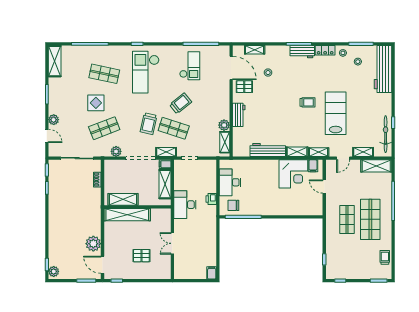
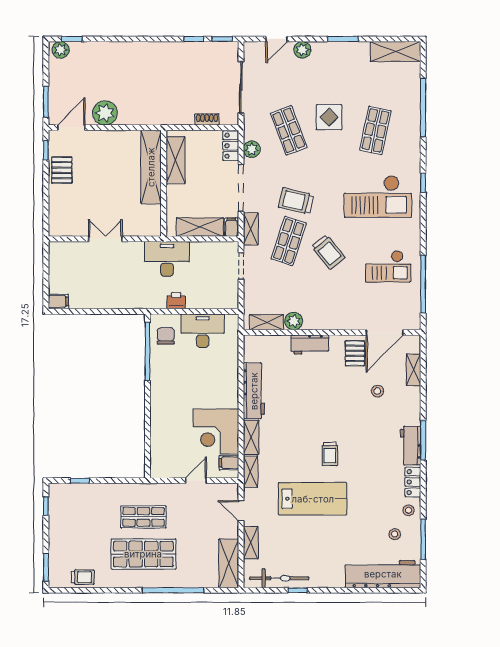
checkout: (146, 72) -> (378, 196), turned 180
locker: (114, 165) -> (231, 146), added
pallet: (141, 256) -> (62, 170), moved

